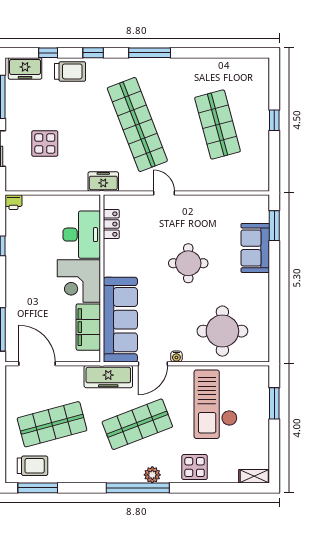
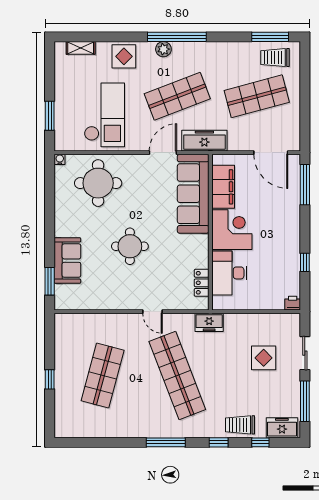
shop shelf: (218, 124) -> (103, 376), turned 30
water cooler: (176, 357) -> (60, 159), moved
shelving: (254, 476) -> (81, 48), moved

